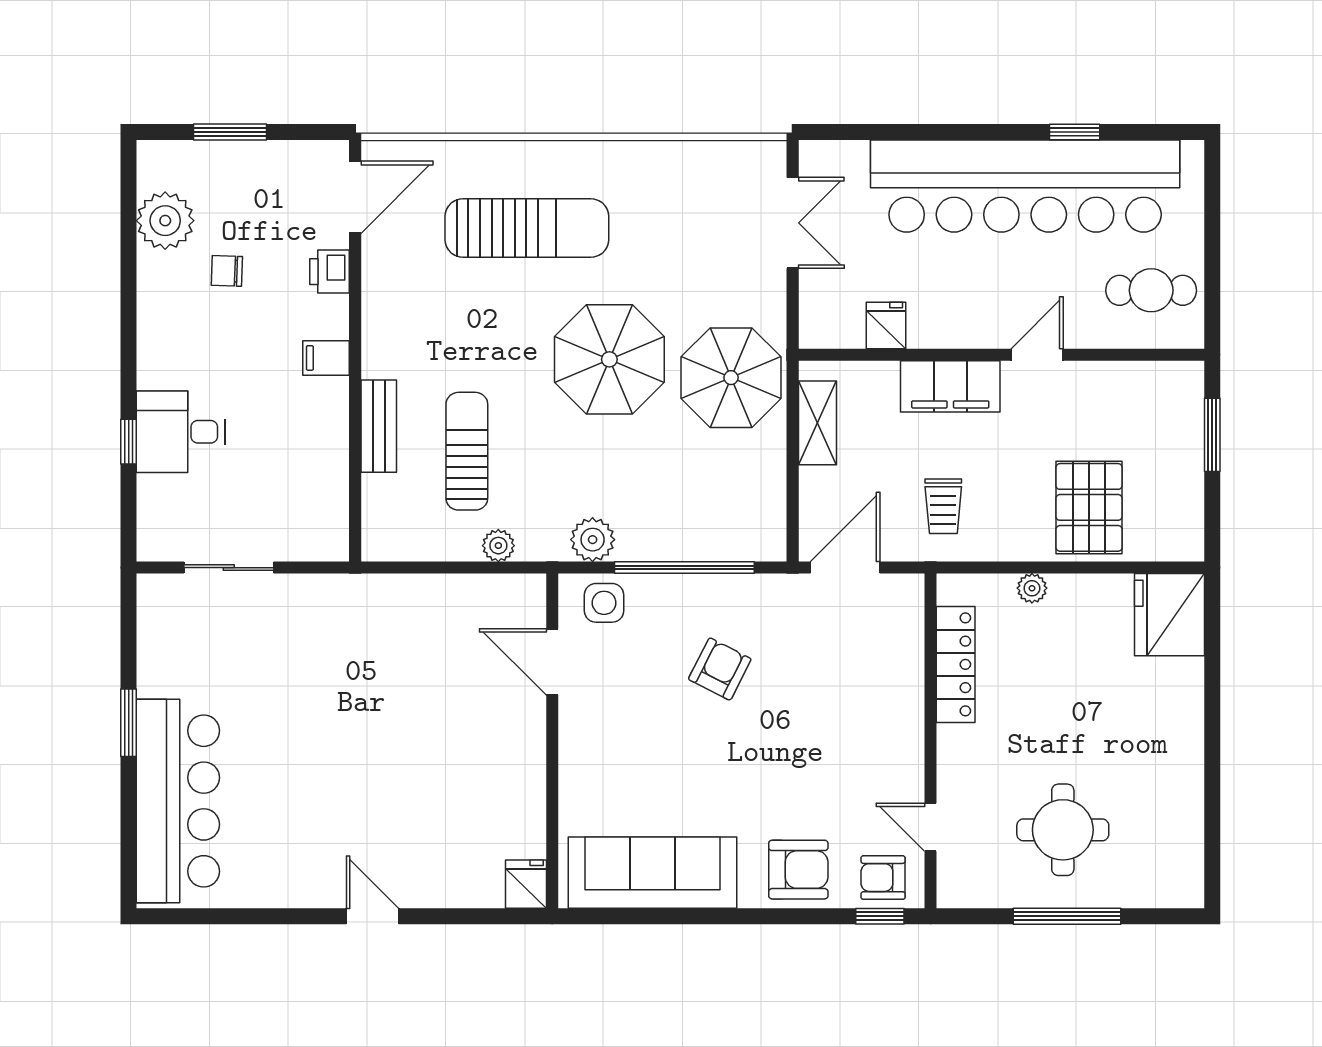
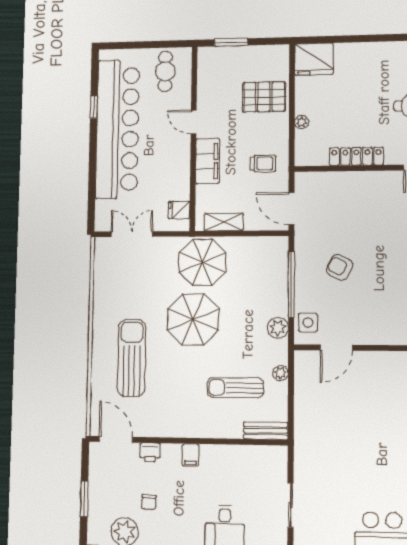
fridge: (886, 325) -> (179, 210), moved
bench: (379, 426) -> (266, 431), moved
locker: (956, 664) -> (356, 156), moved

